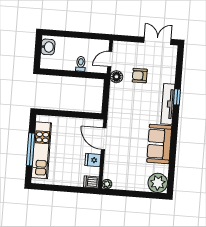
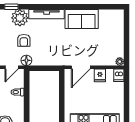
door: (110, 59) -> (12, 67), hinge flipped
window: (177, 97) -> (11, 7), moved
plant: (158, 183) -> (20, 18), moved

